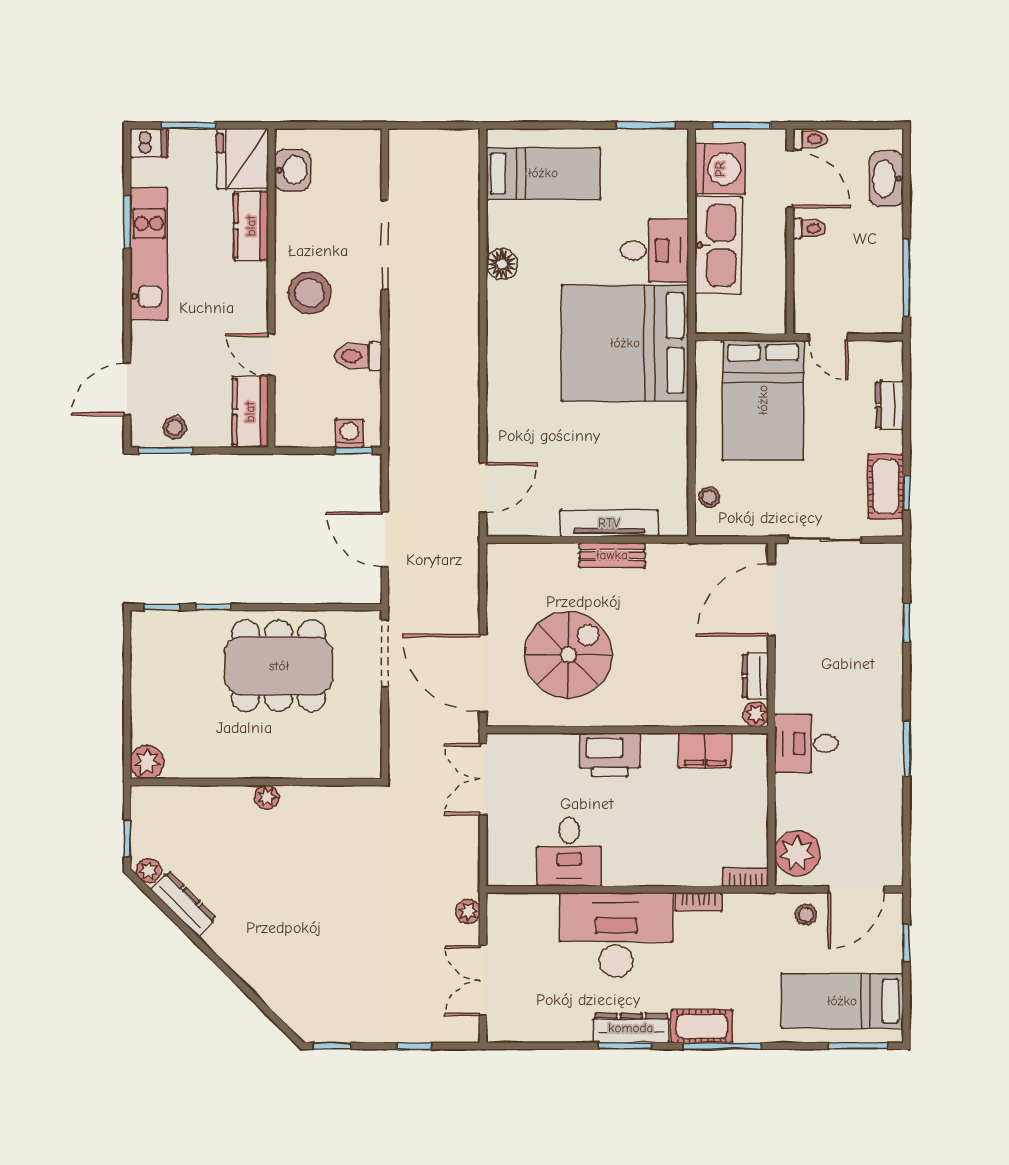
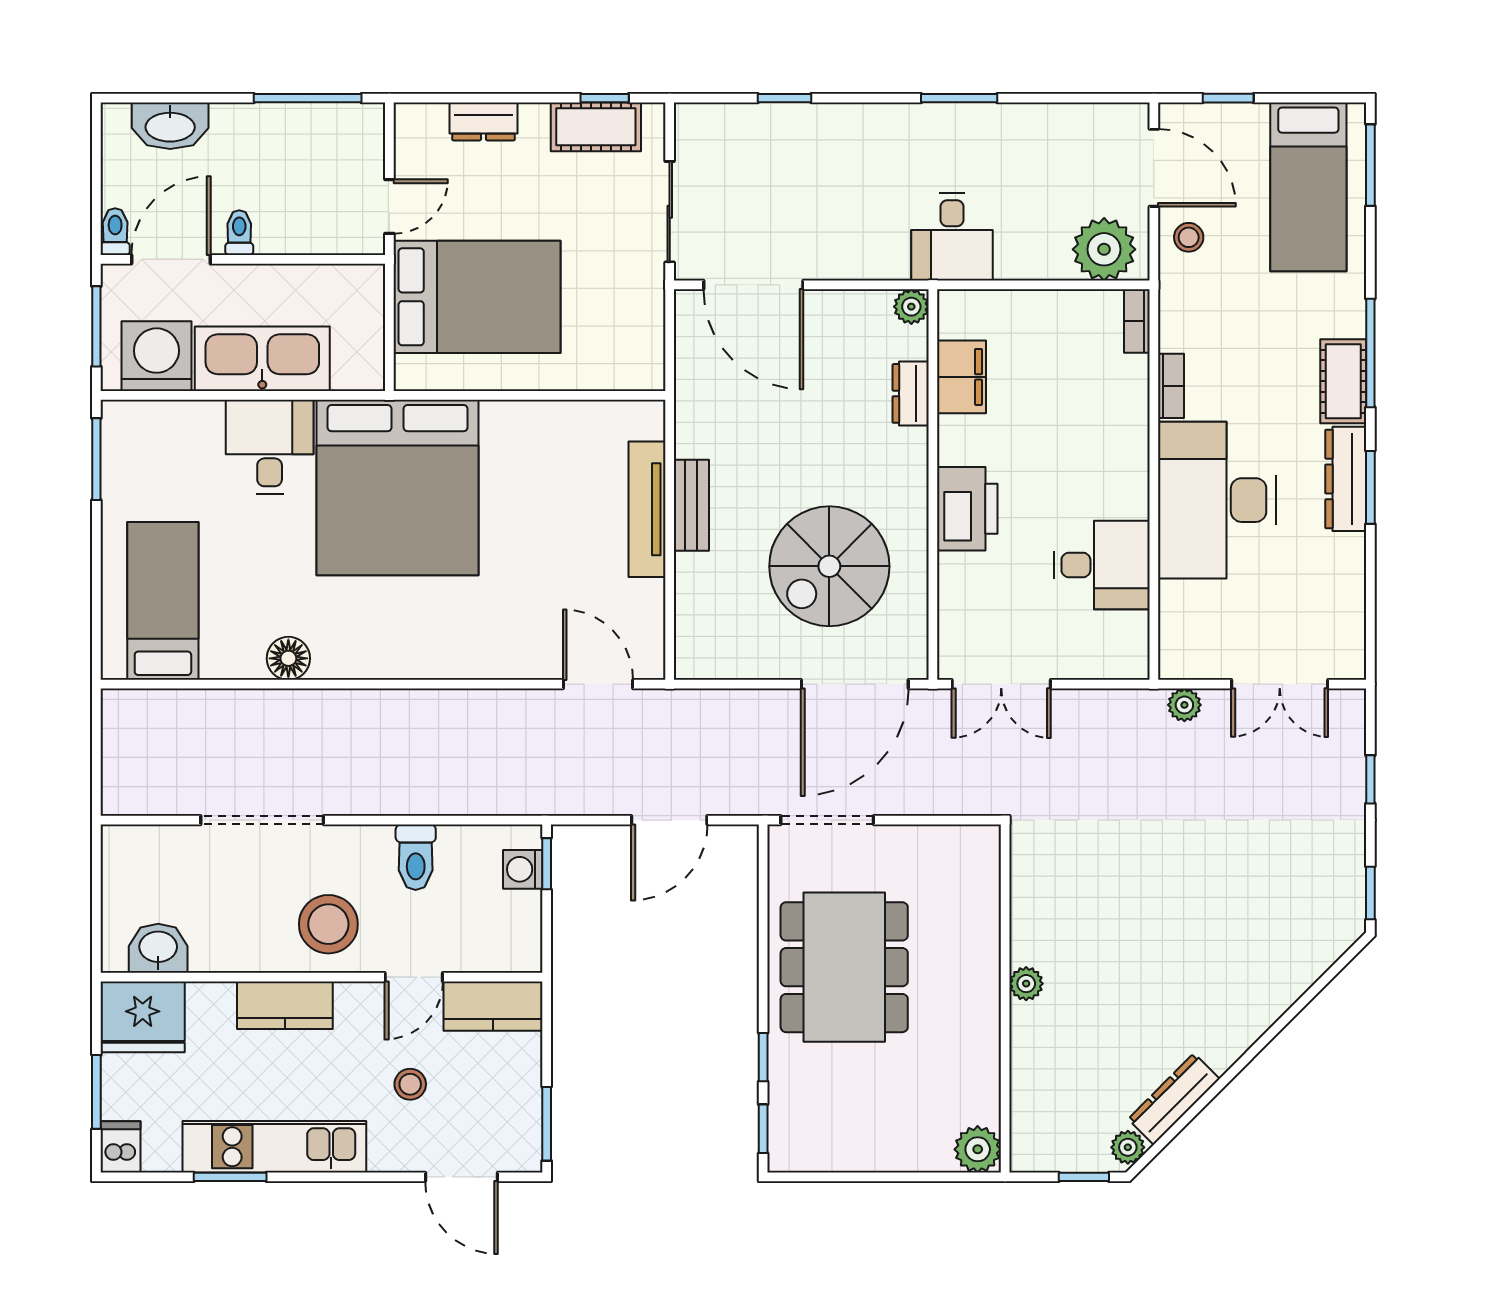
kitchen counter: (251, 226) -> (285, 1005), moved
stool: (175, 427) -> (410, 1084), moved
stool: (709, 497) -> (611, 371), removed
spiral stairs: (568, 655) -> (829, 566), turned -90
dresser: (755, 676) -> (911, 393), moved, turned 90

